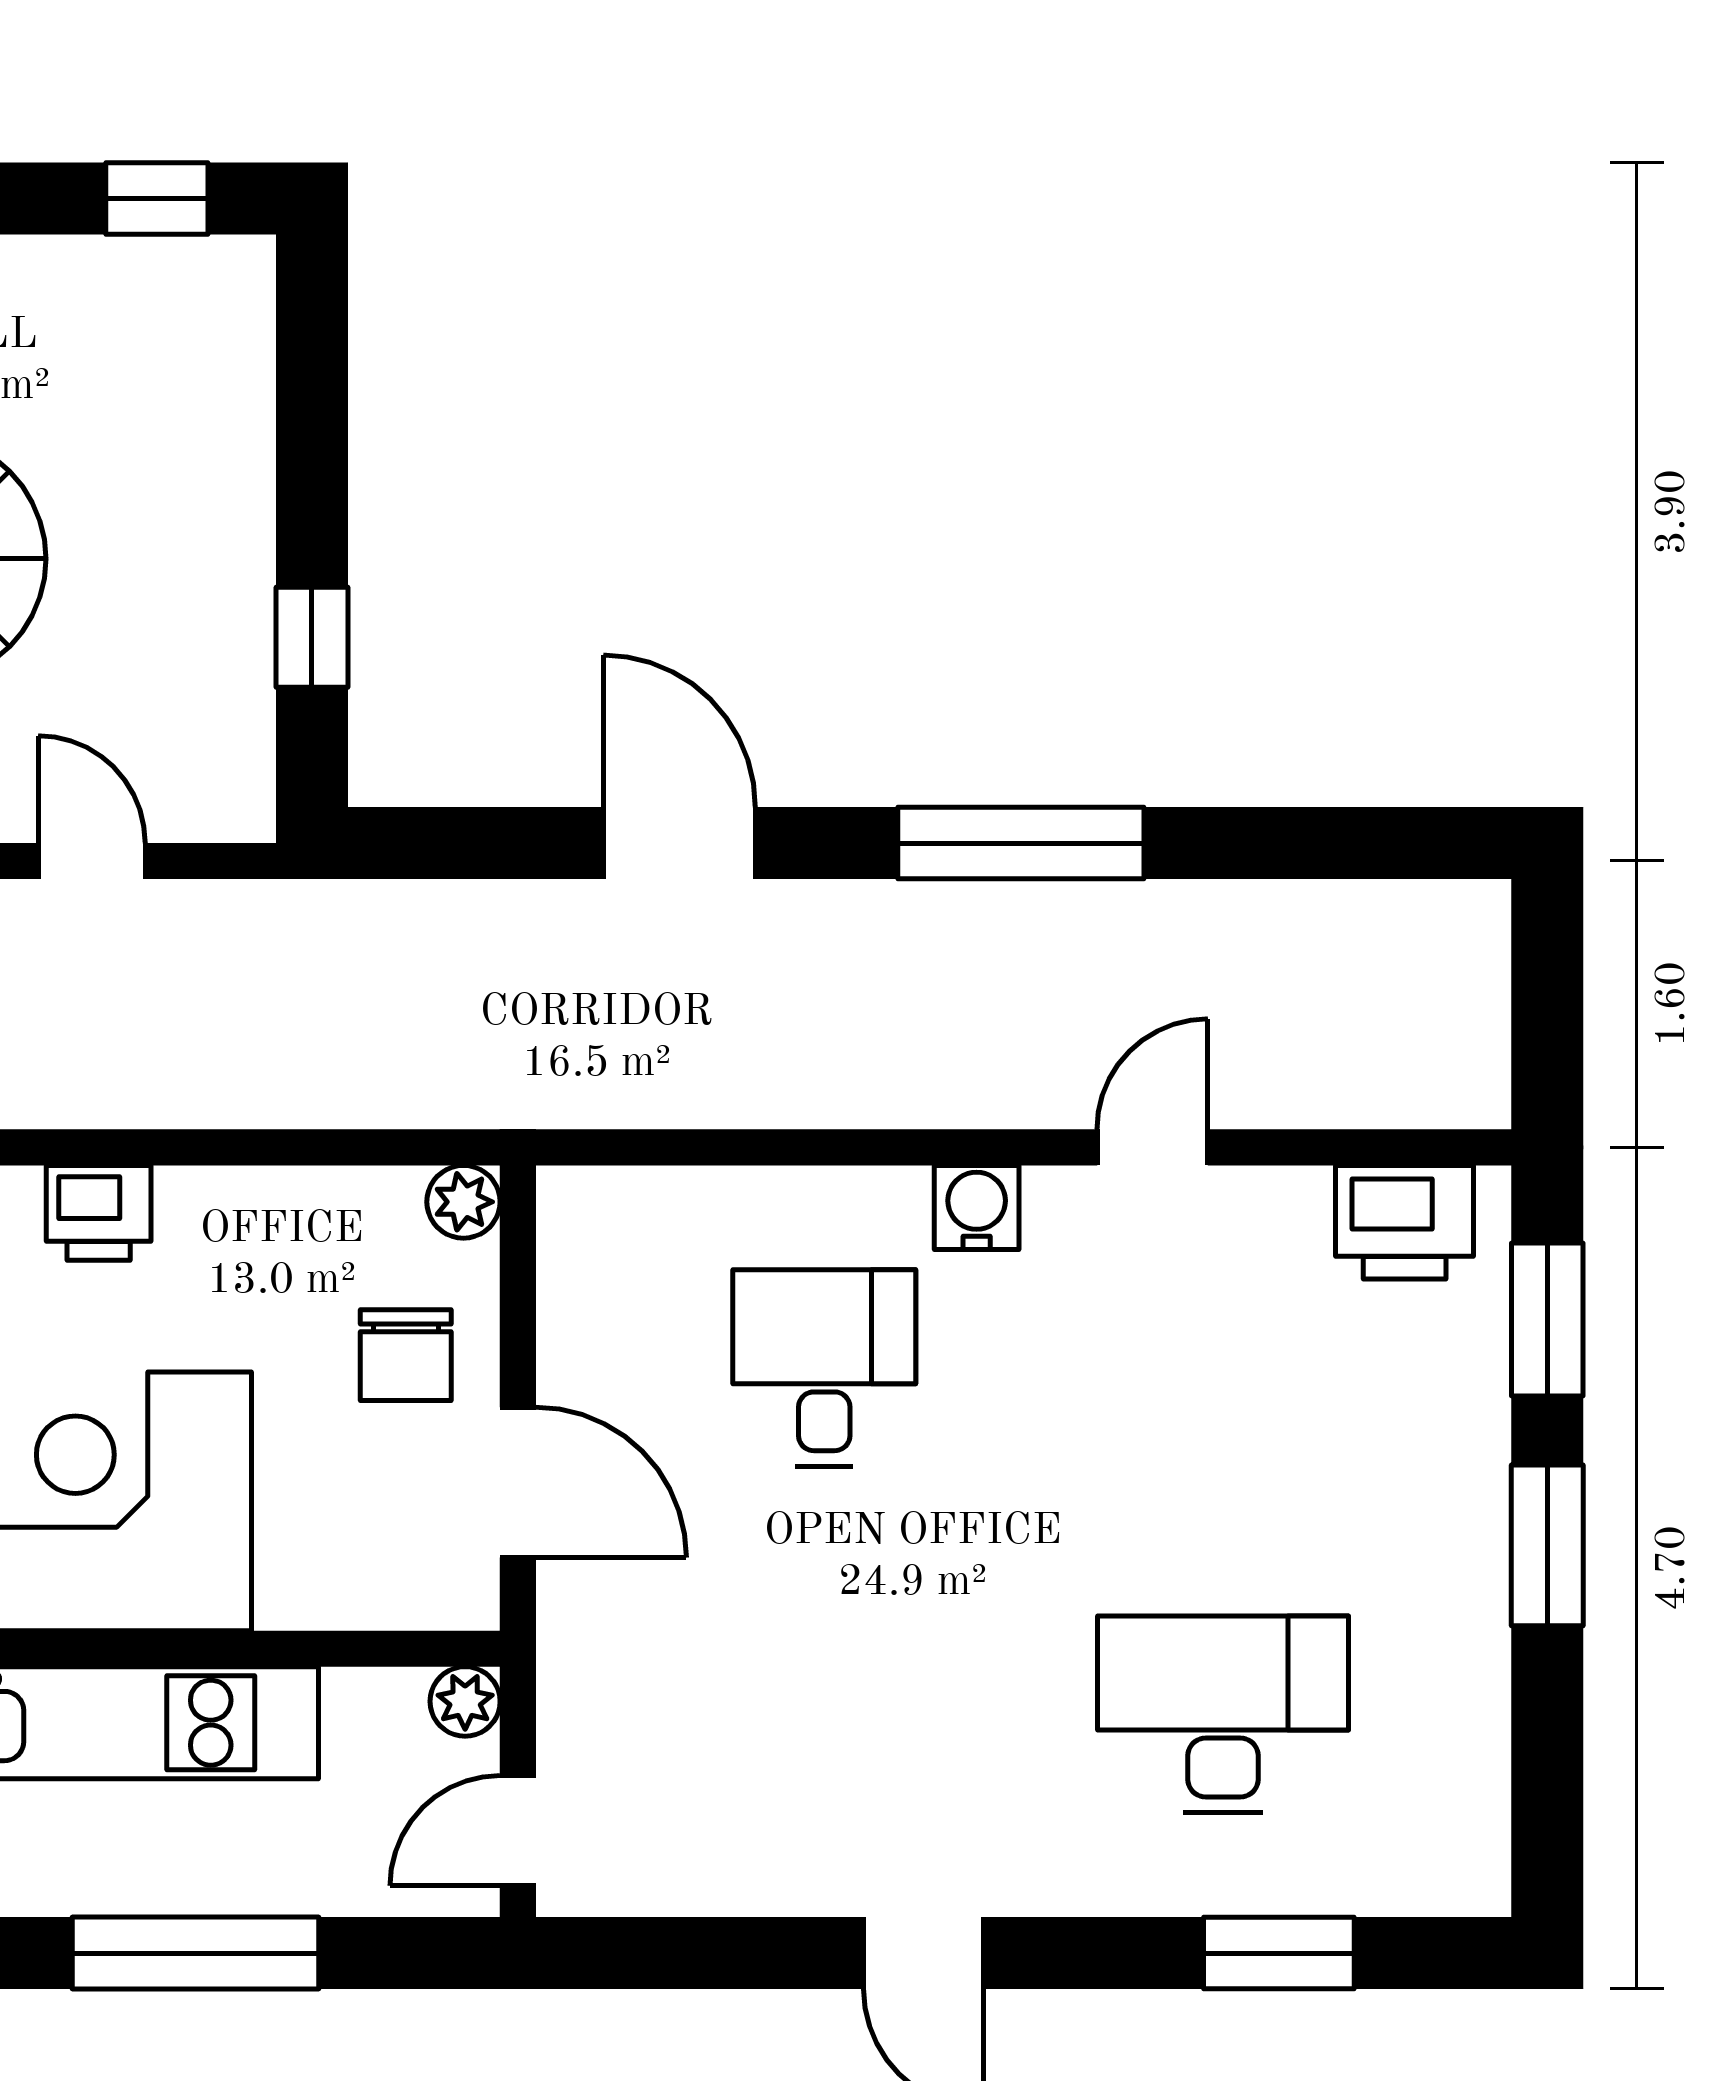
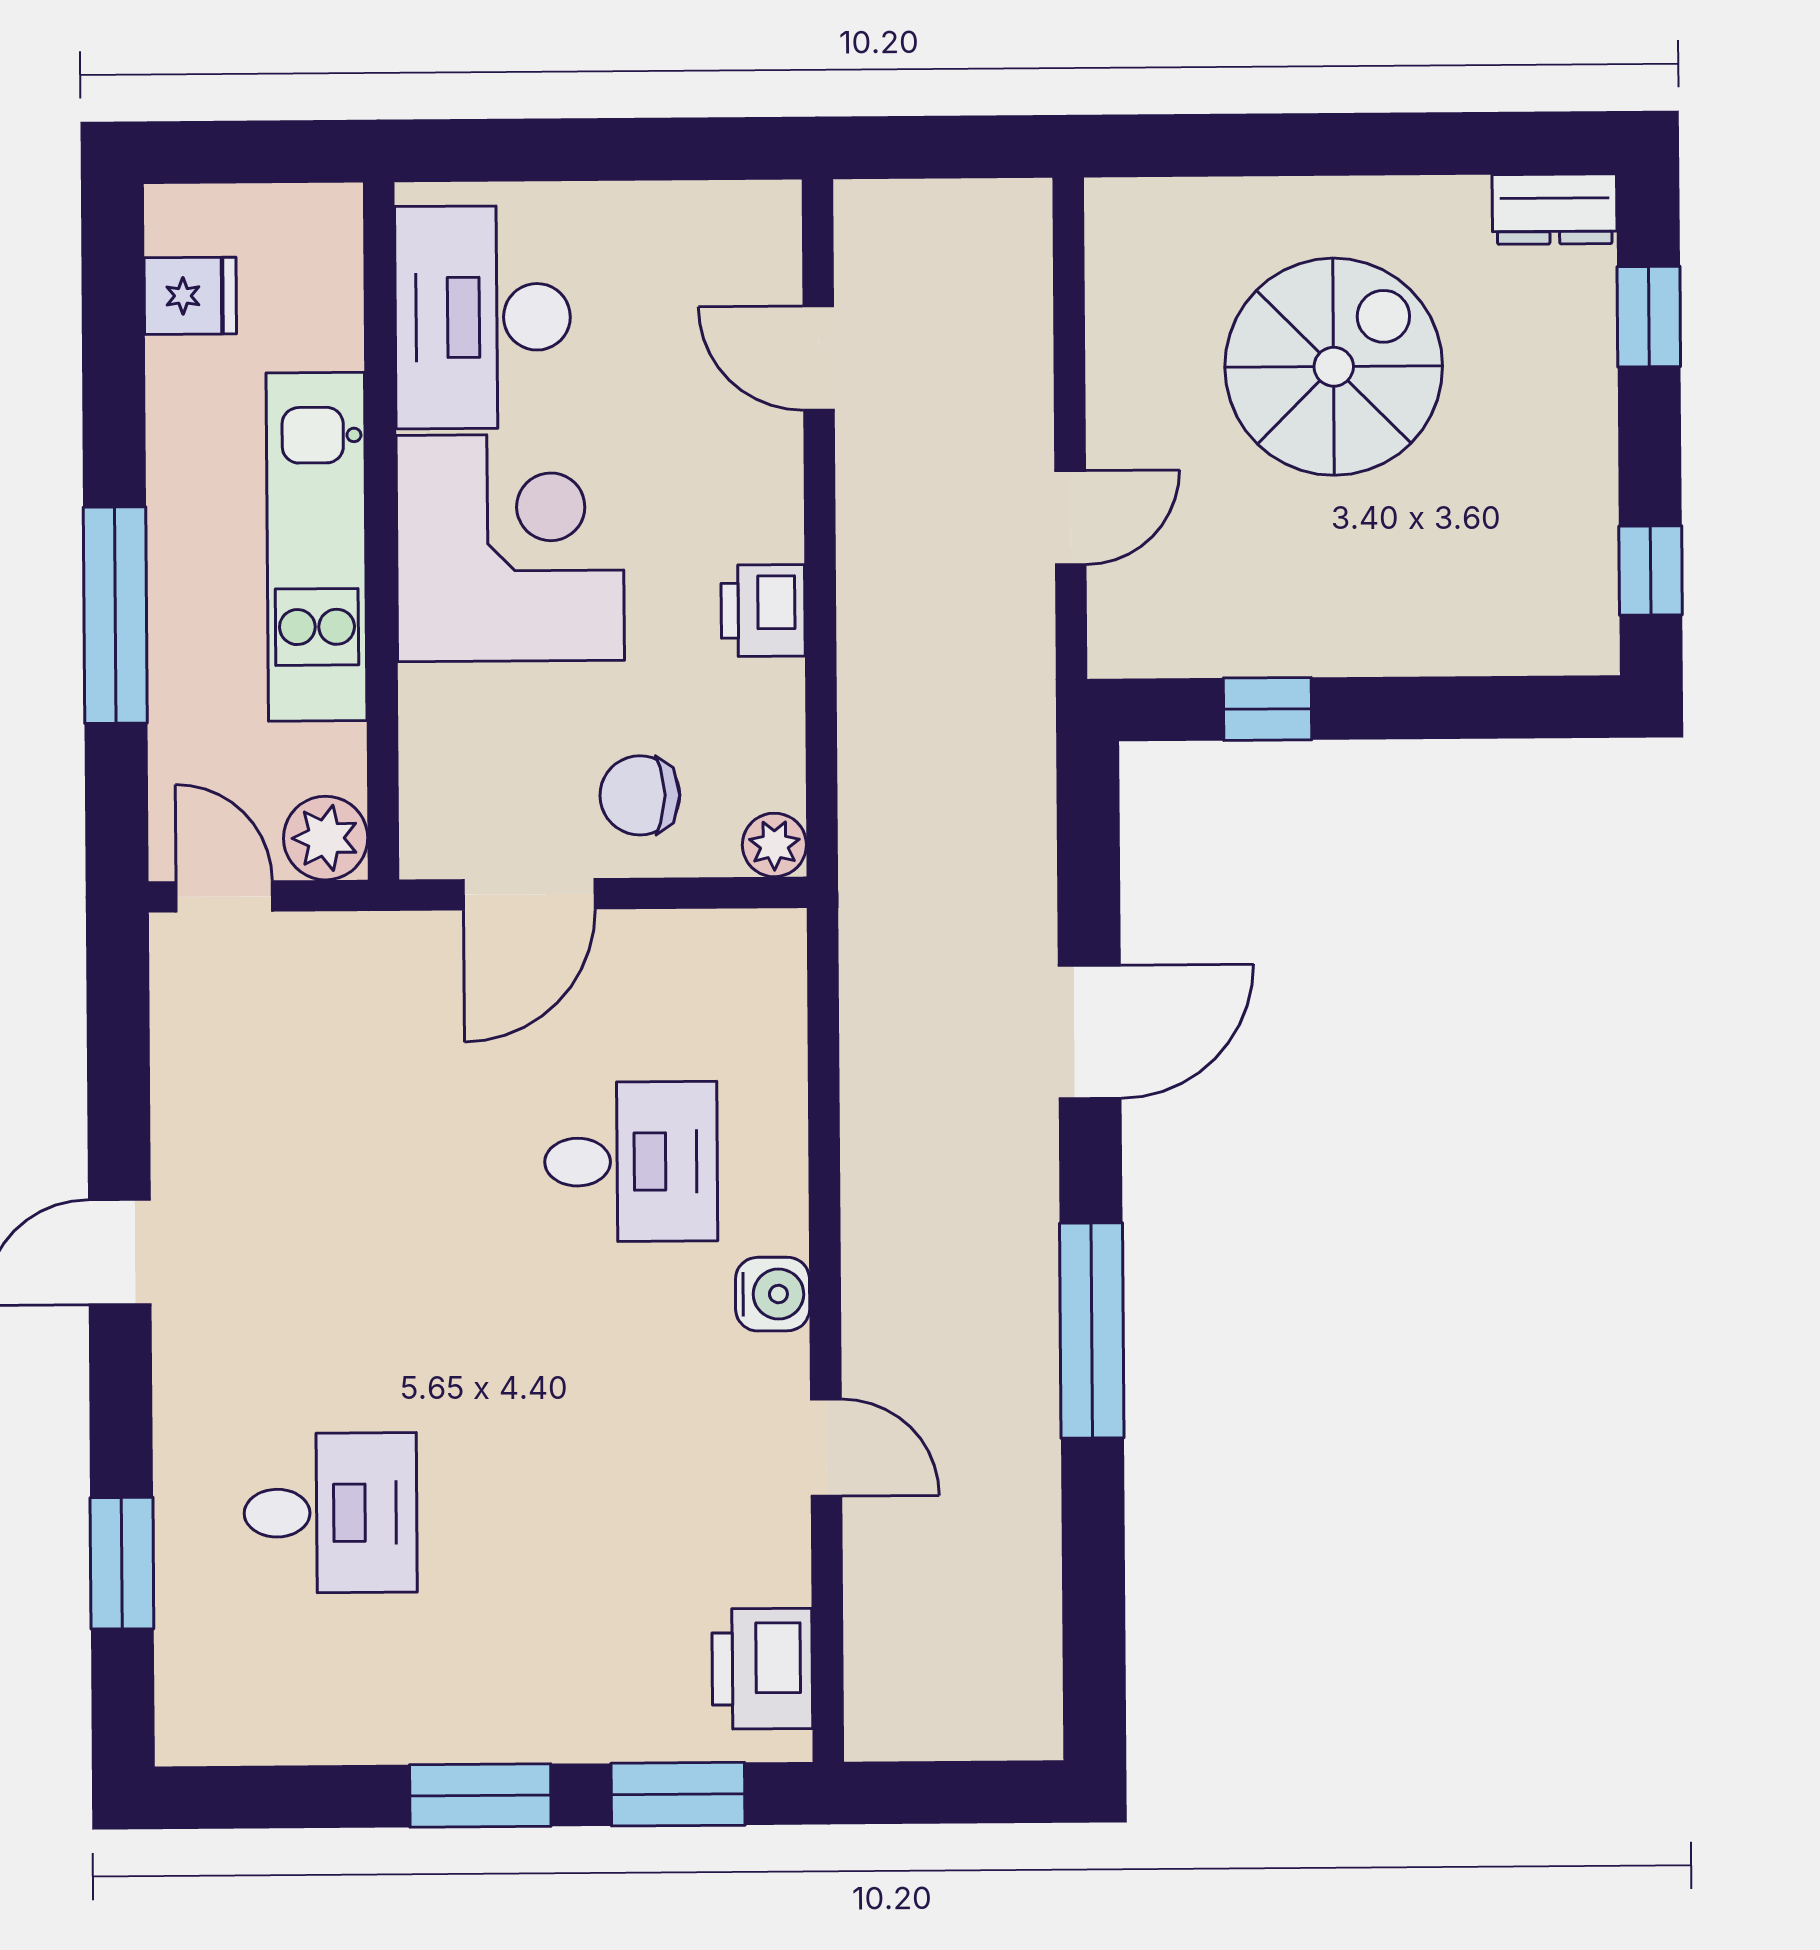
printer: (99, 1213) -> (763, 611), moved
plant: (465, 1701) -> (326, 838), width x1.38, depth x1.38
desk: (1223, 1714) -> (330, 1513), width x0.73

